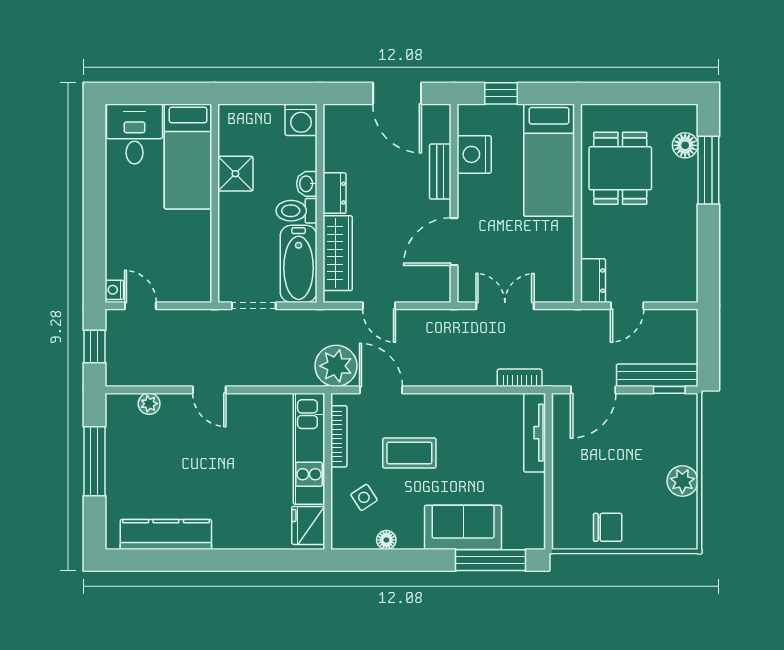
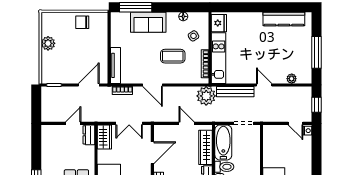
wardrobe: (559, 276) -> (104, 137), added
bench: (657, 375) -> (235, 92), moved
door: (381, 390) -> (152, 85), moved

